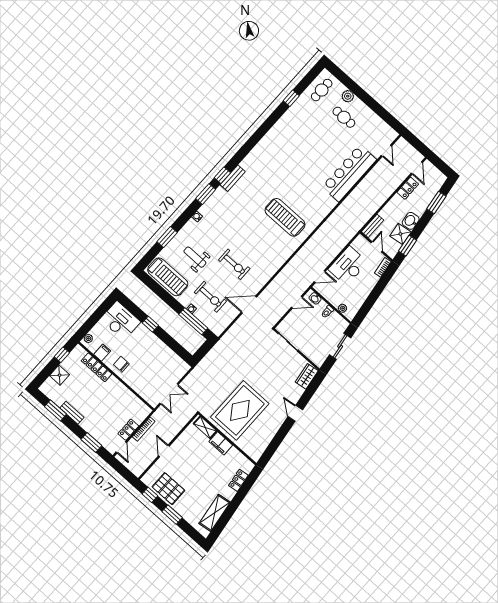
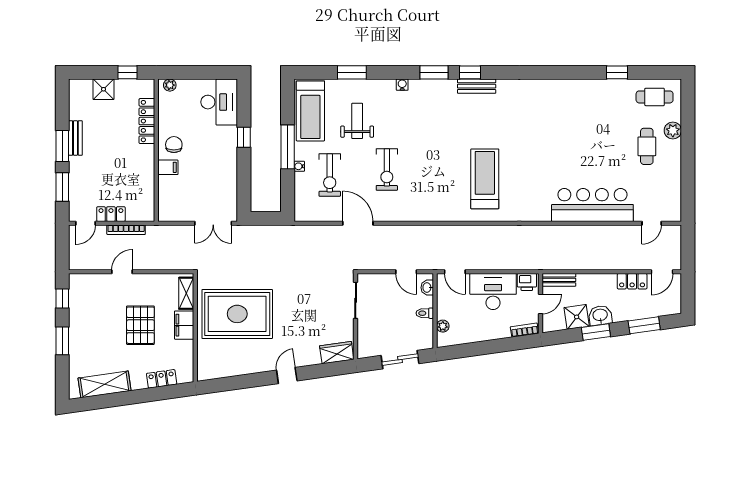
printer: (359, 244) -> (527, 282), added
window: (408, 246) -> (596, 332), moved
window: (193, 321) -> (288, 147), moved
filing cabinet: (102, 353) -> (168, 167), moved
double door: (169, 394) -> (213, 223), moved
window: (55, 410) -> (62, 146), moved
pallet: (168, 489) -> (140, 325), moved

